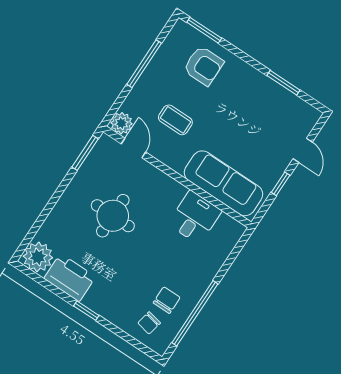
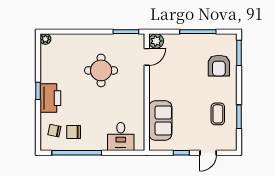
coffee table: (175, 120) -> (218, 114), moved
sofa: (223, 183) -> (160, 120), width x0.73
desk: (195, 217) -> (121, 137), moved, turned 90
plant: (38, 257) -> (45, 39), width x0.53, depth x0.53
printer: (70, 278) -> (50, 98), moved
chair: (167, 300) -> (74, 132), turned 180

